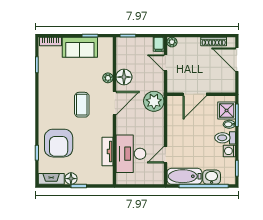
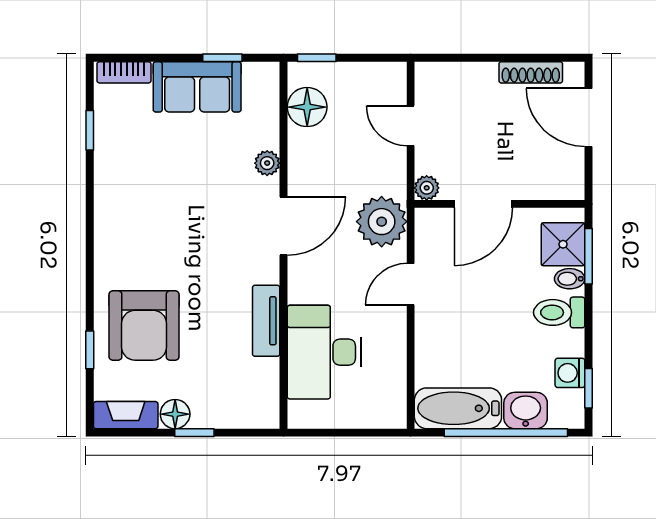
plant: (172, 42) -> (427, 188), moved
filing cabinet: (159, 44) -> (394, 79), removed
floor lamp: (124, 77) -> (307, 107), moved
coffee table: (82, 105) -> (202, 230), removed
tv unit: (108, 151) -> (266, 321), moved
washing machine: (229, 151) -> (570, 373), moved
door: (165, 155) -> (411, 284), moved

